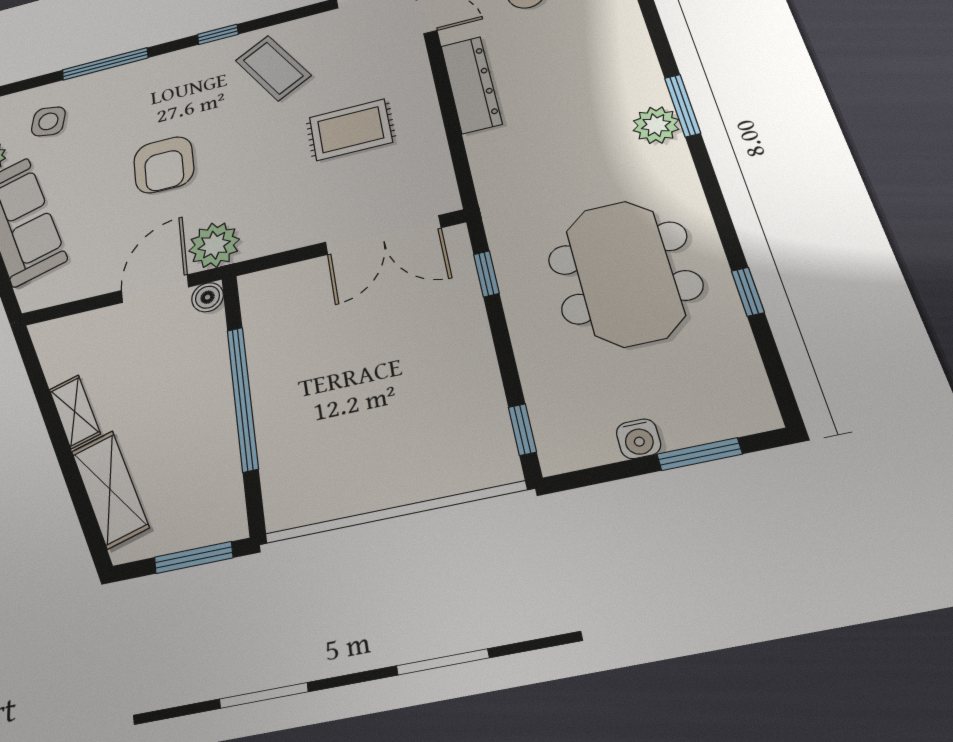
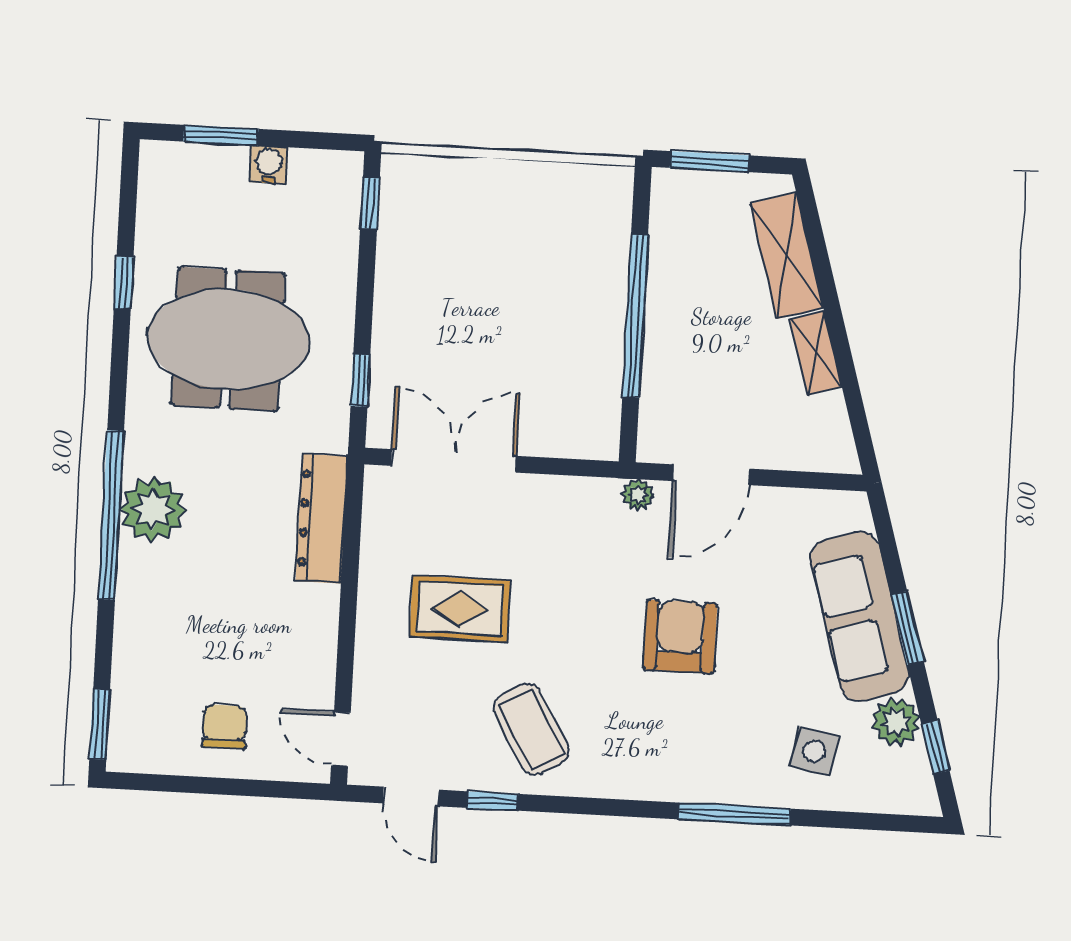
window: (218, 34) -> (492, 801), moved
dresser: (471, 85) -> (322, 519), moved
window: (683, 105) -> (111, 515), width x2.11
plant: (656, 125) -> (153, 509), width x1.36, depth x1.36
plant: (214, 245) -> (638, 495), width x0.53, depth x0.53
meeting table: (624, 272) -> (228, 339), turned 90
boiler: (208, 297) -> (654, 446), removed

